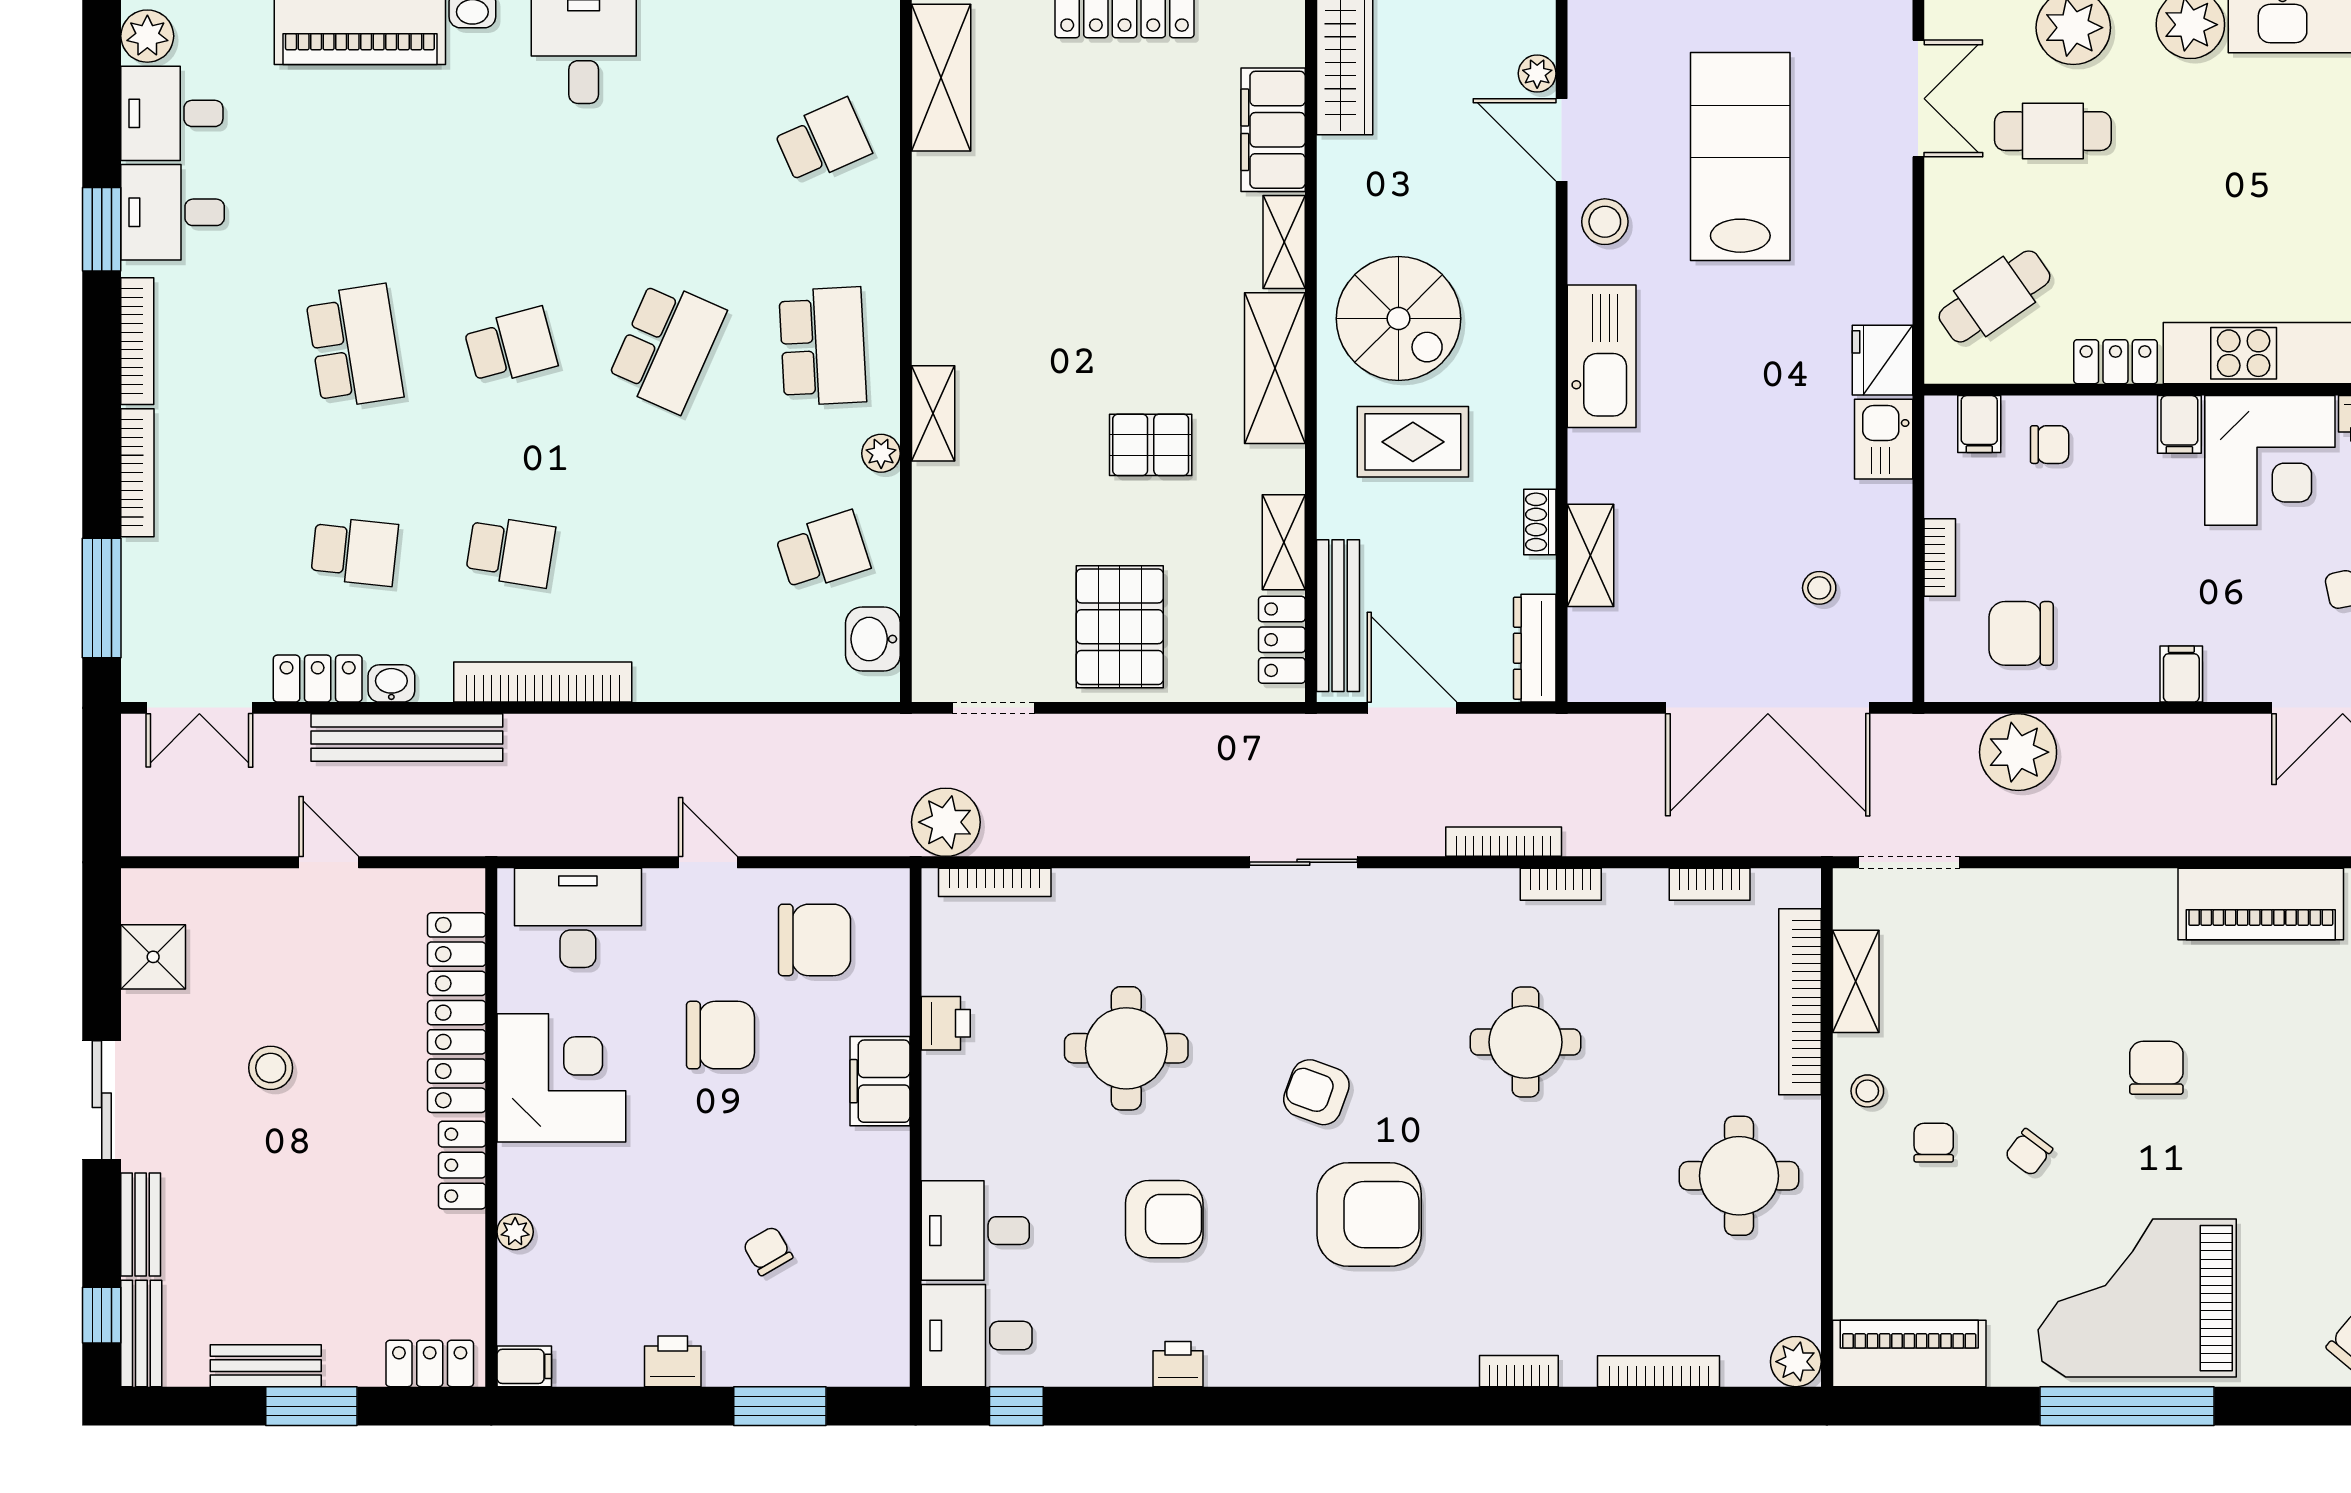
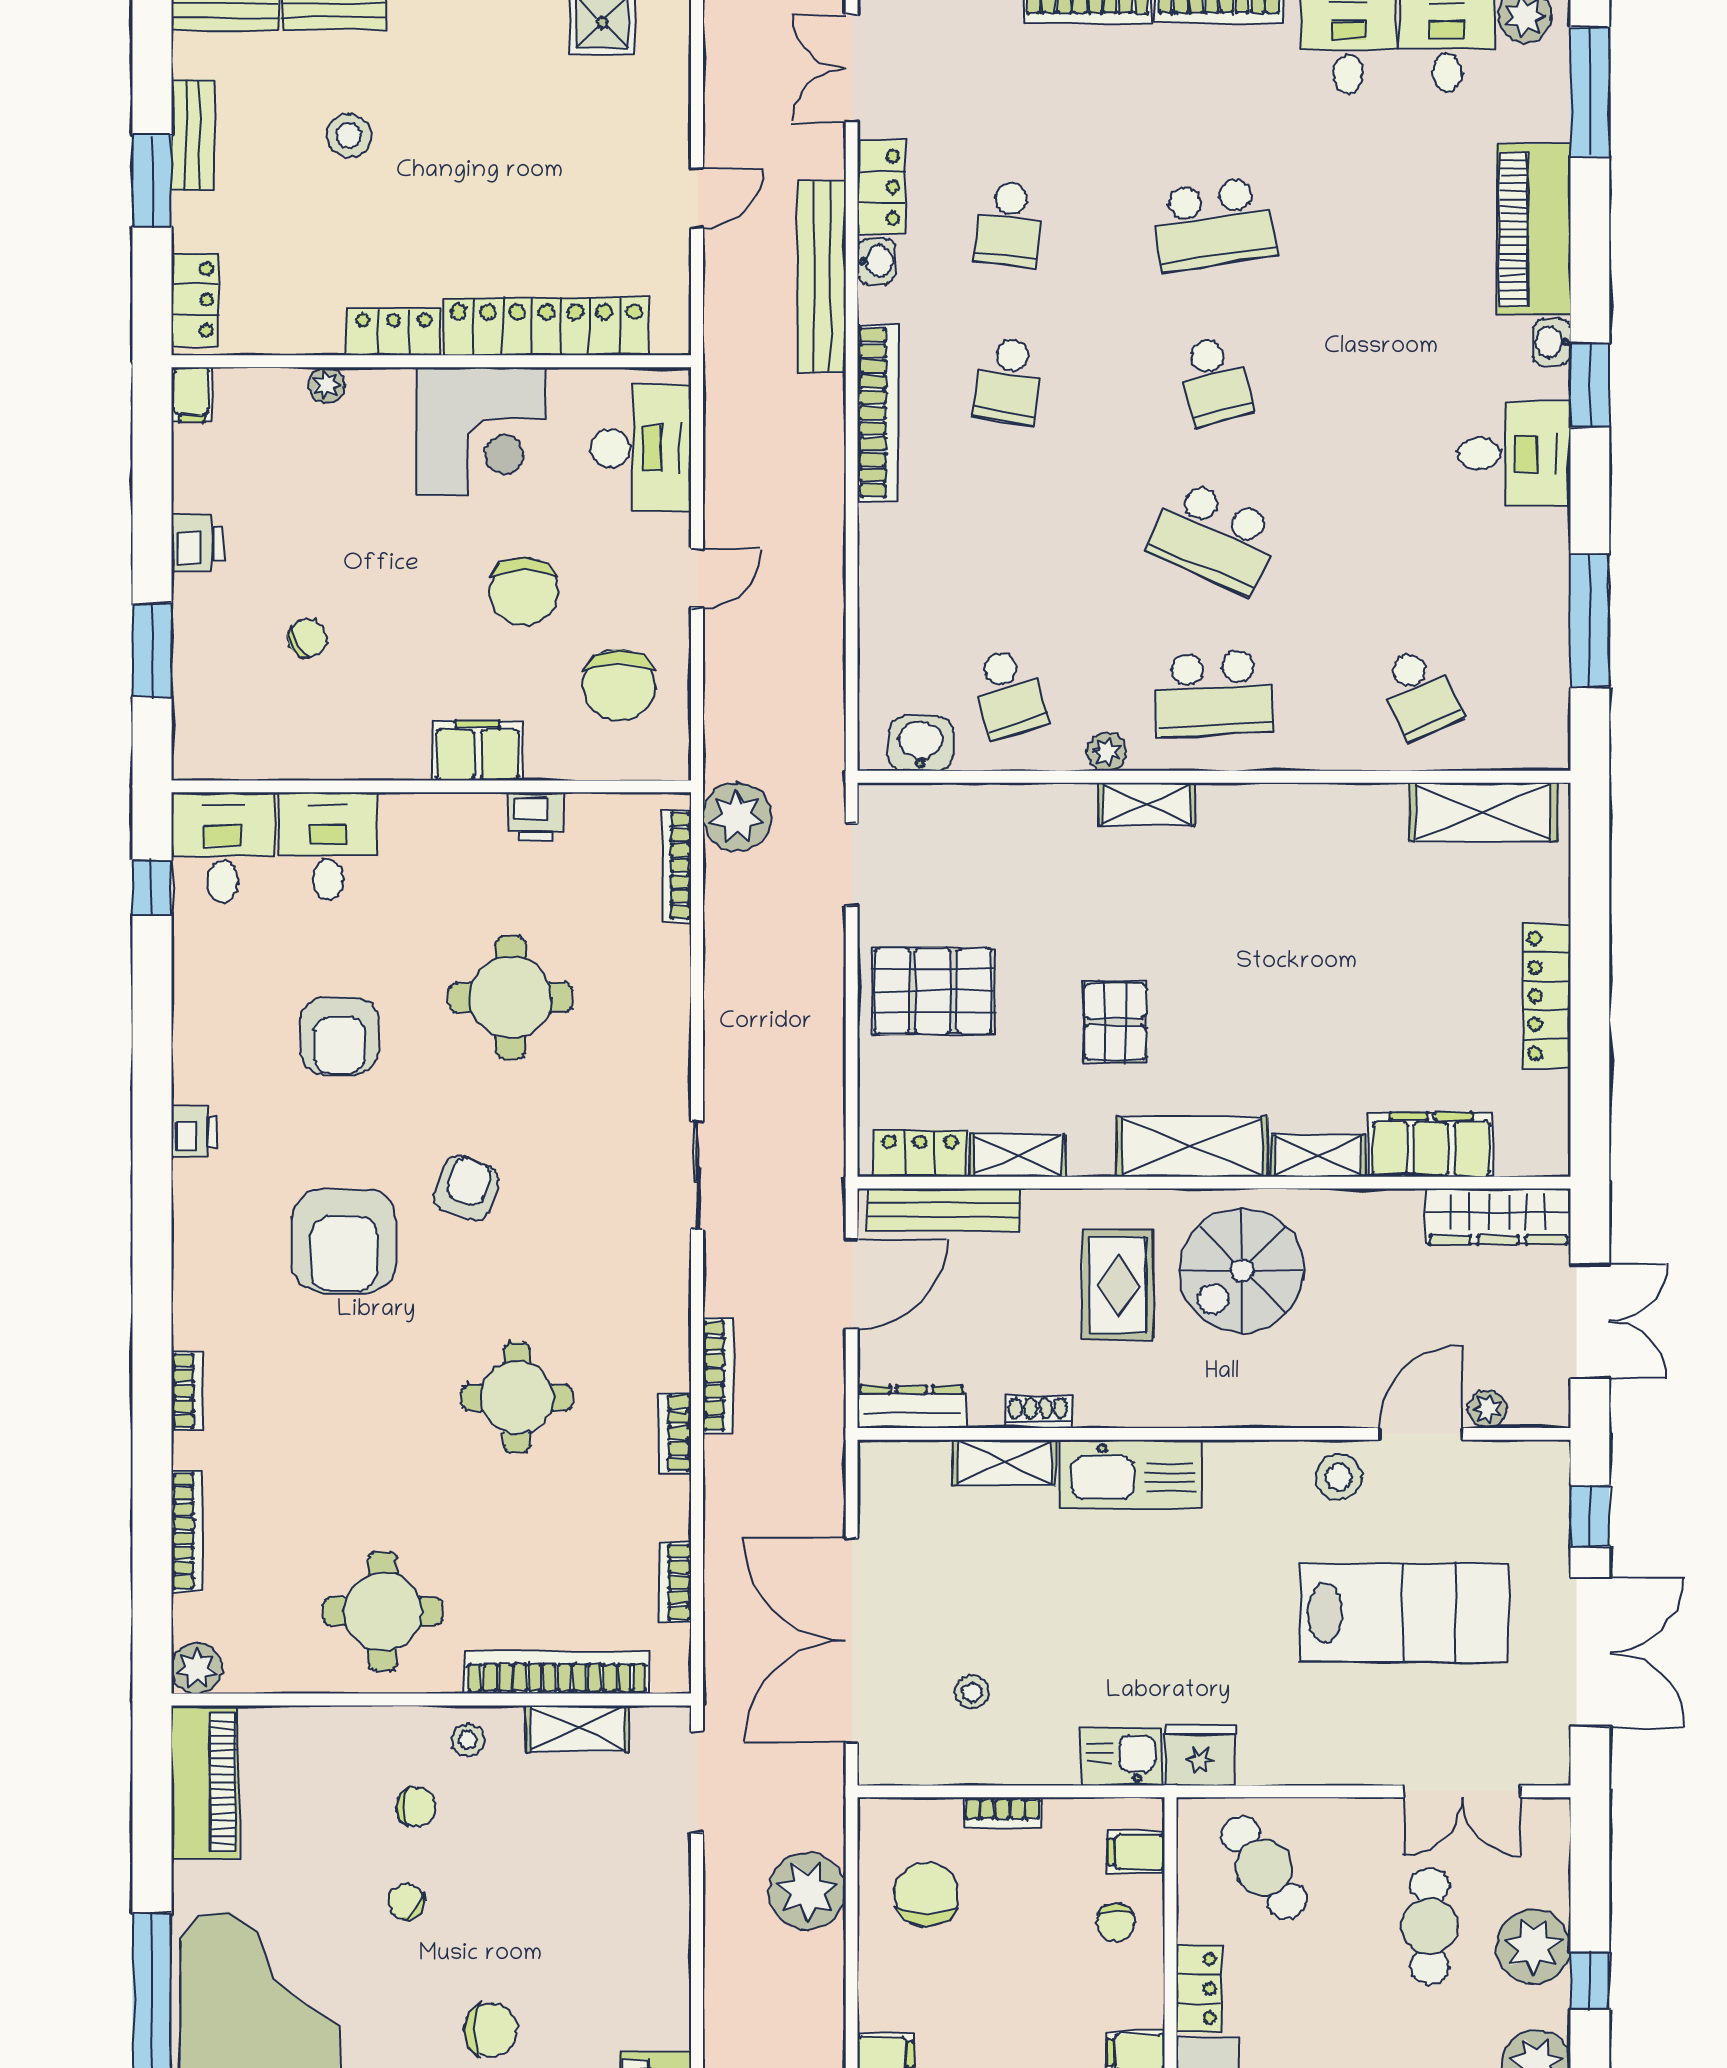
kitchen sink: (1602, 356) -> (1131, 1474), moved
stool: (271, 1068) -> (349, 136), moved
printer: (1178, 1364) -> (194, 1132), moved

